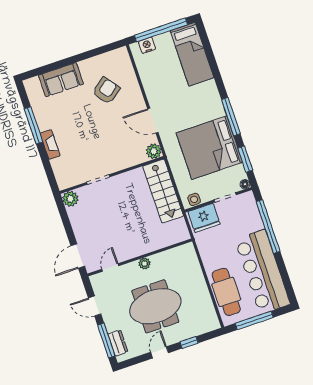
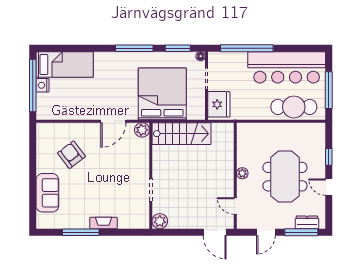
nightstand: (147, 45) -> (43, 85), moved
bed: (209, 148) -> (162, 94), moved, turned 180
side table: (194, 199) -> (199, 108), removed

